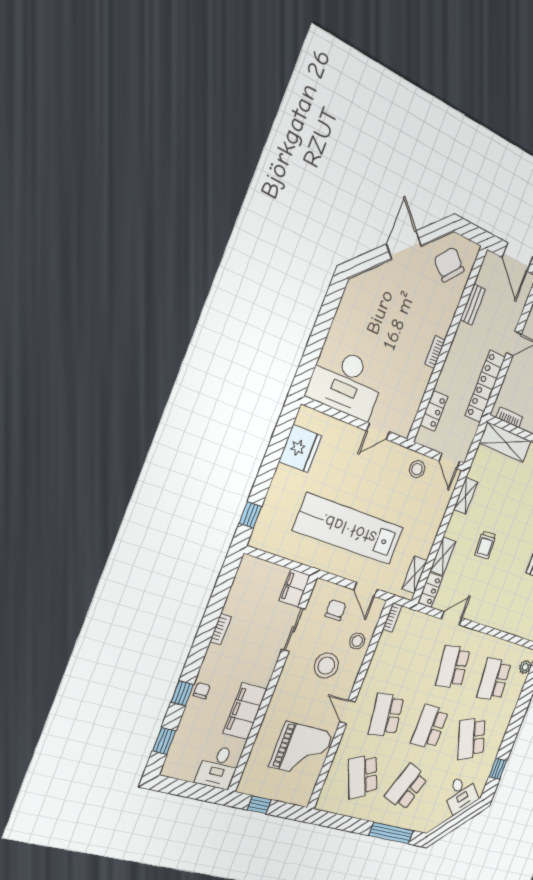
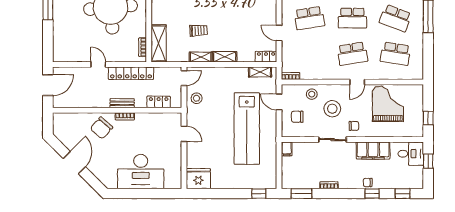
door: (404, 245) -> (74, 163), swing flipped
chair: (449, 265) -> (101, 128), moved
bench: (473, 304) -> (122, 103), moved
desk: (346, 383) -> (141, 172), moved, turned 90
fridge: (300, 449) -> (198, 179), moved
trolley: (485, 545) -> (199, 30), moved
shelving: (443, 556) -> (225, 57), moved
window: (225, 582) -> (301, 194), added
filing cabinet: (295, 588) -> (287, 149), width x0.50
door: (365, 589) -> (279, 102), swing flipped
sliding door: (293, 629) -> (333, 140), moved
chair: (291, 691) -> (354, 126), added
school desk: (363, 776) -> (395, 54), turned 33
window: (198, 792) -> (428, 161), added

